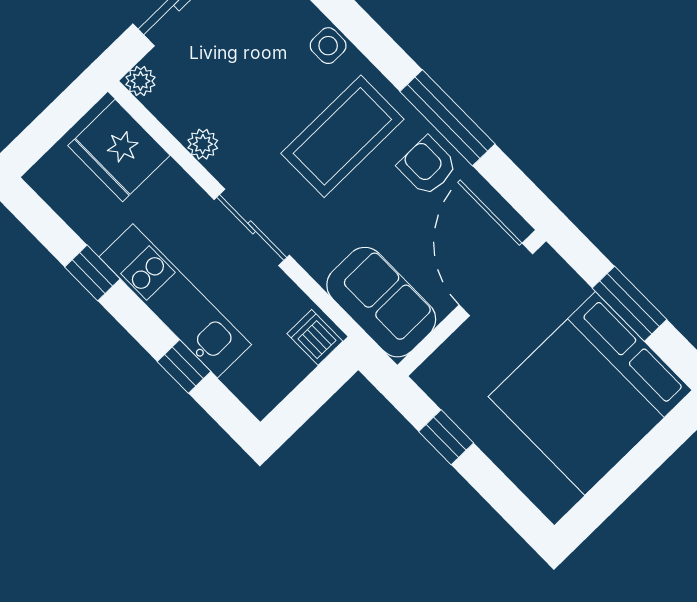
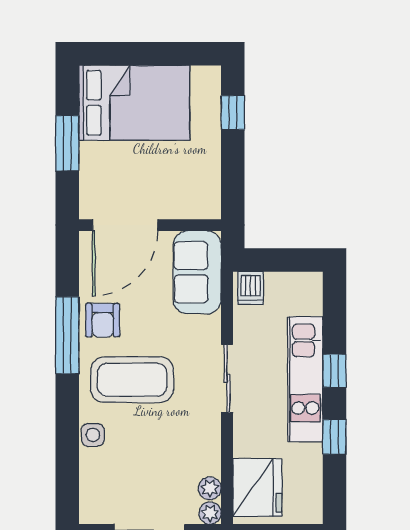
plant: (203, 144) -> (210, 488), moved
window: (184, 366) -> (334, 371), moved
bed: (590, 393) -> (134, 103), width x0.73
window: (446, 437) -> (233, 113), moved

